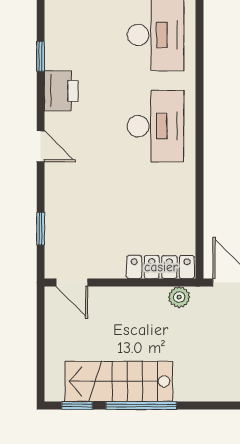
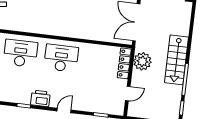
door: (72, 282) -> (128, 94), moved
plant: (179, 297) -> (142, 61), width x1.88, depth x1.88
stairs: (119, 381) -> (177, 60), moved

